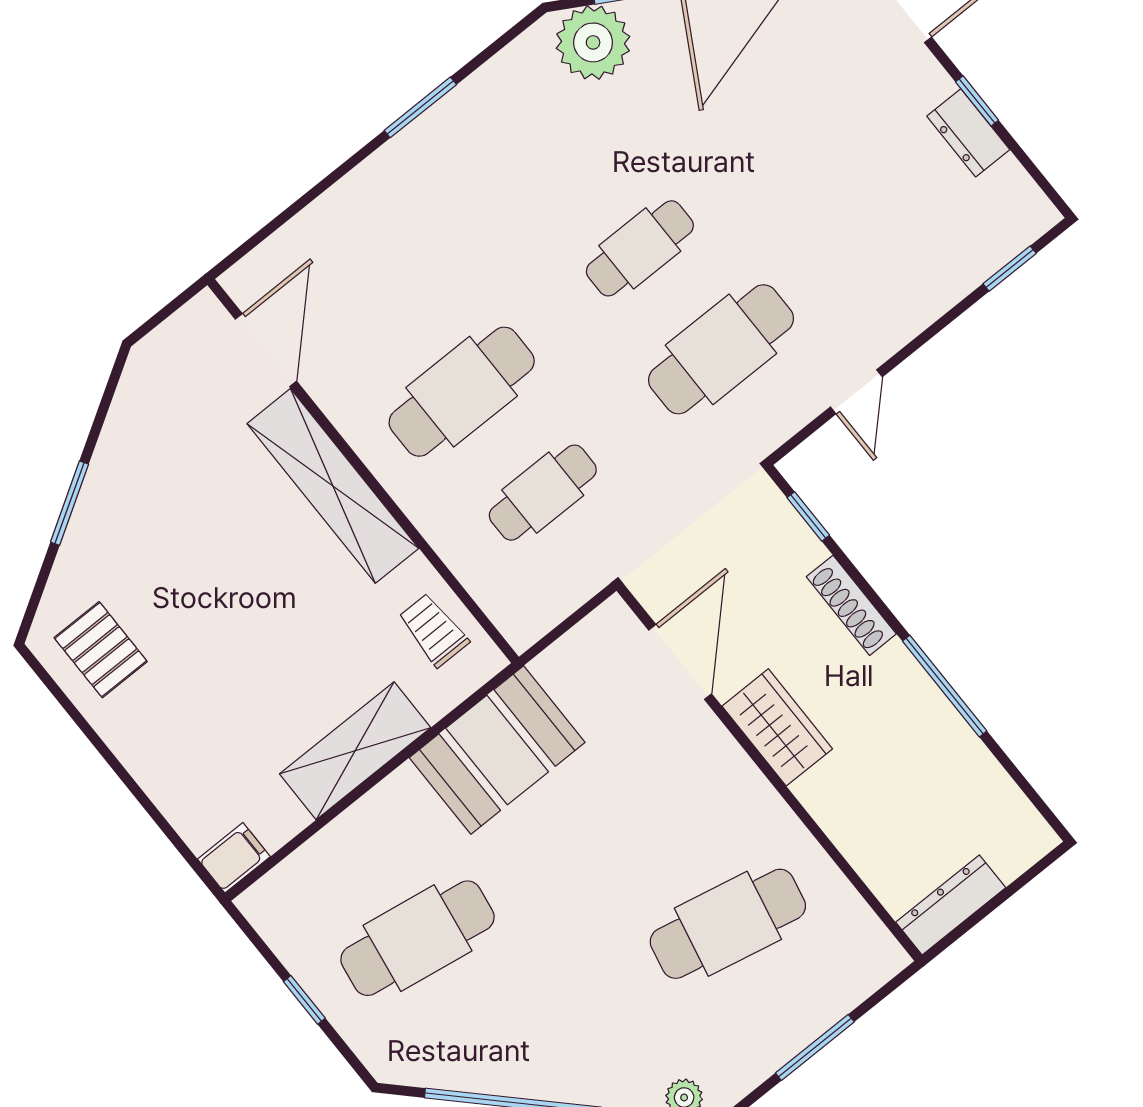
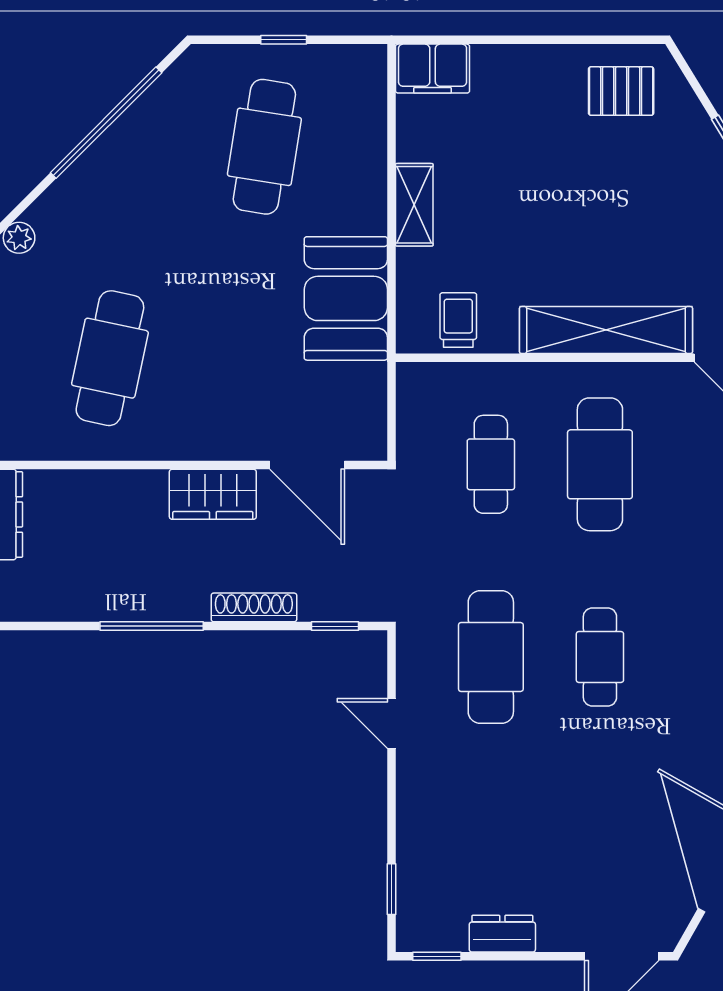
window: (977, 101) -> (437, 956), moved
trolley: (433, 630) -> (458, 320), turned -90
shelving: (355, 751) -> (414, 205), width x0.67, depth x0.75
filing cabinet: (234, 858) -> (433, 69), width x2.00

